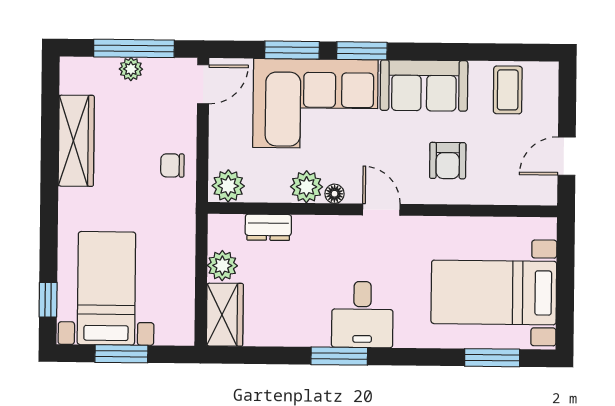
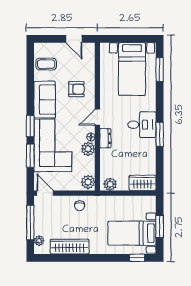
plant: (131, 69) -> (39, 241), moved
dresser: (268, 227) -> (105, 138), moved
plant: (222, 266) -> (110, 184), moved

